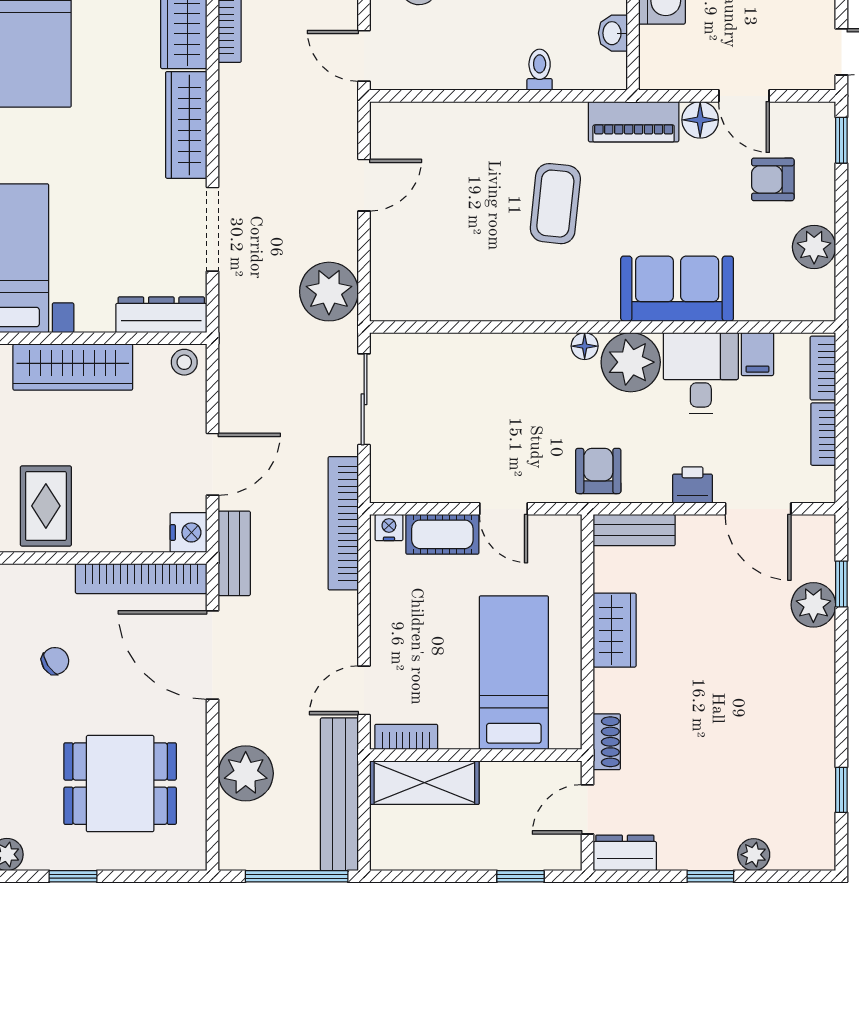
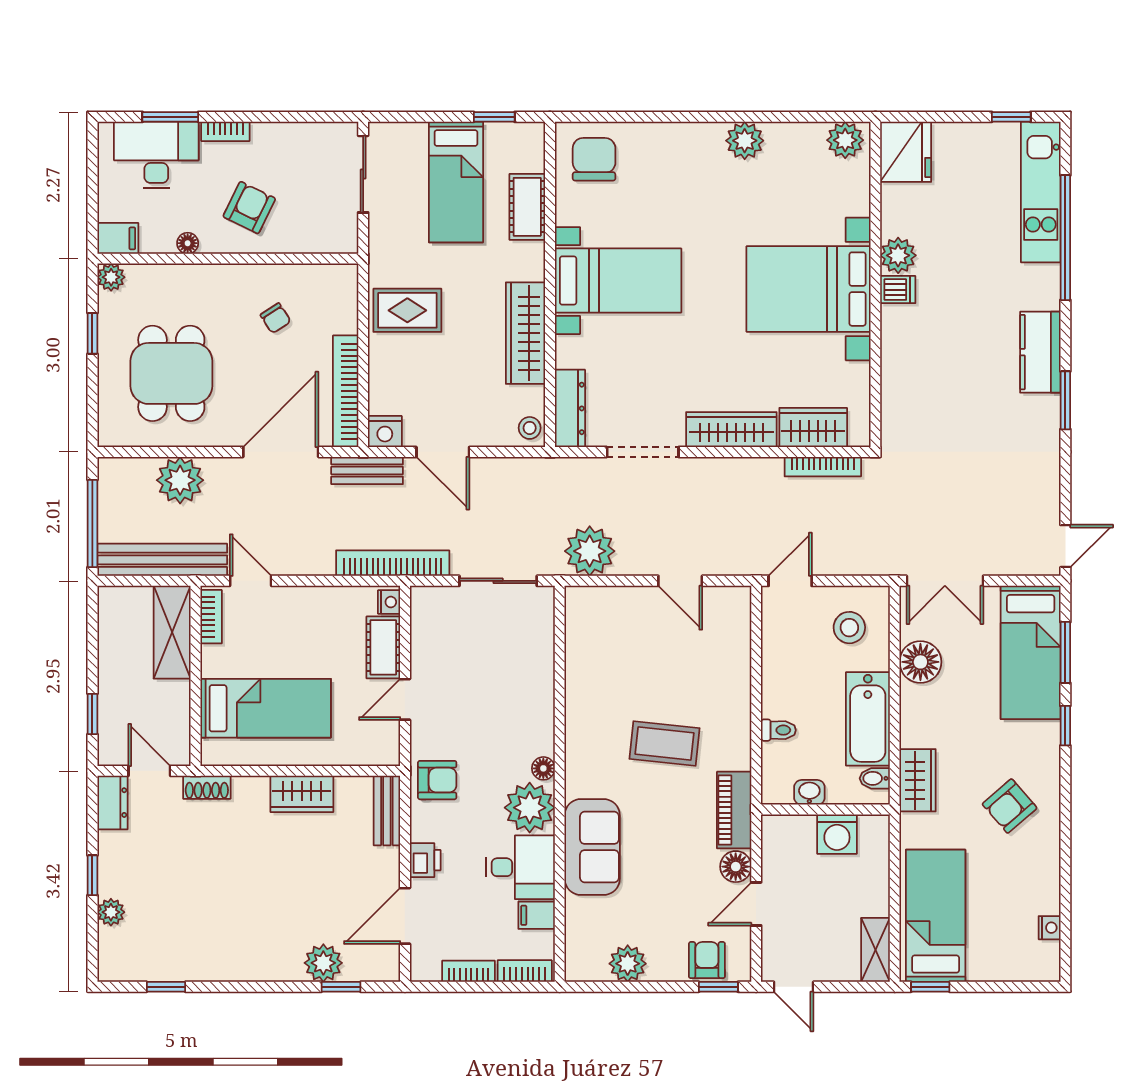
armchair: (773, 179) -> (707, 960), moved

